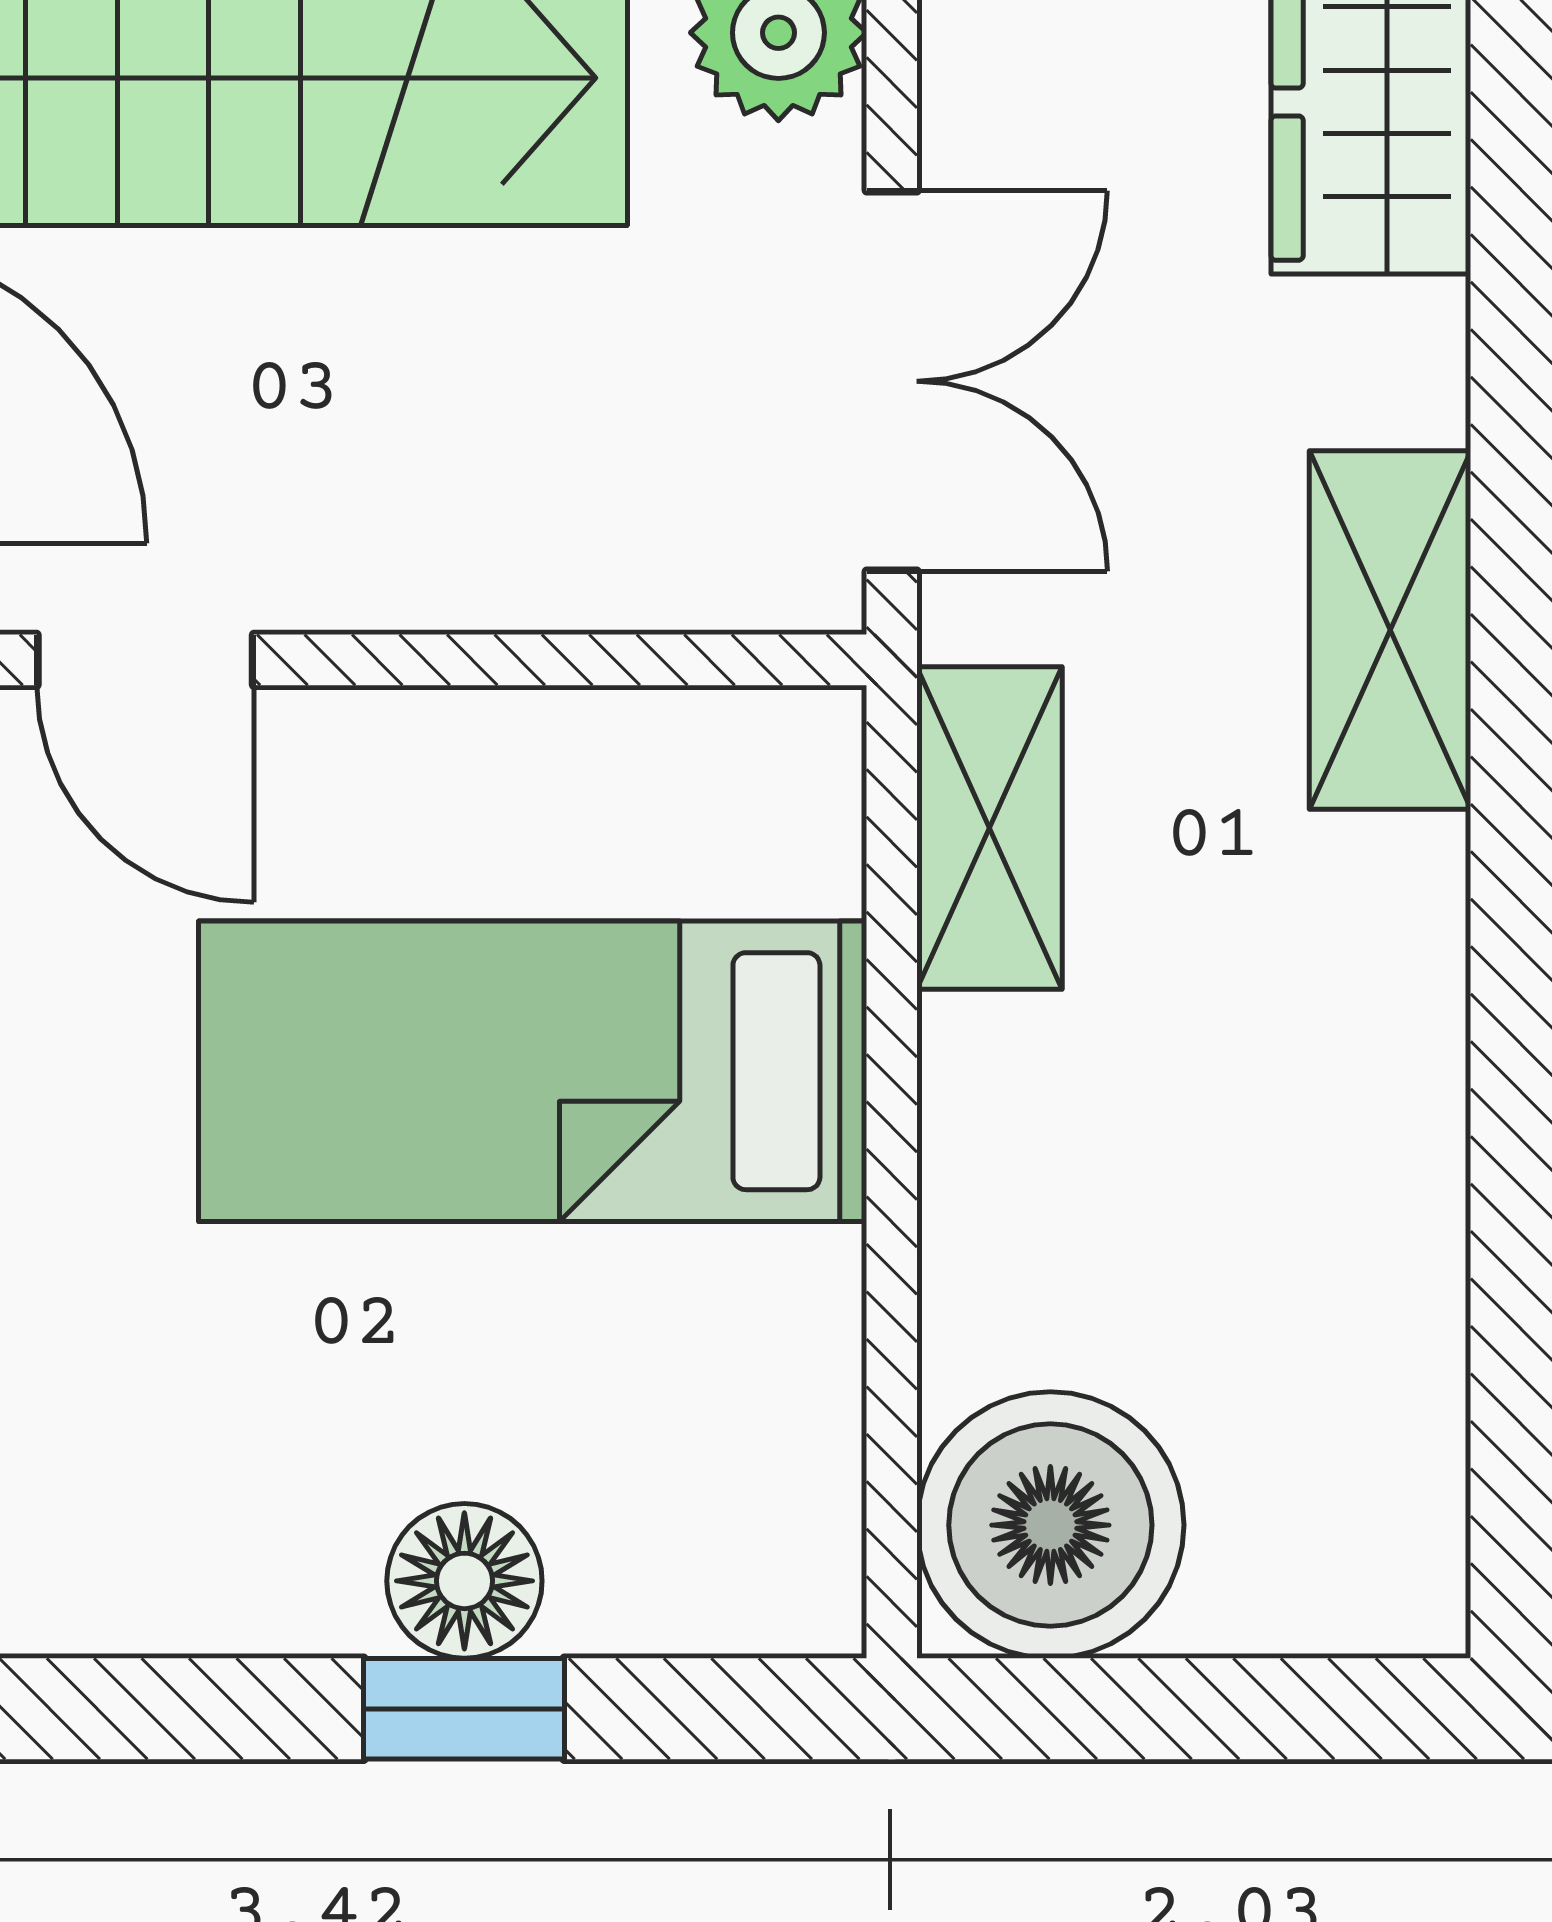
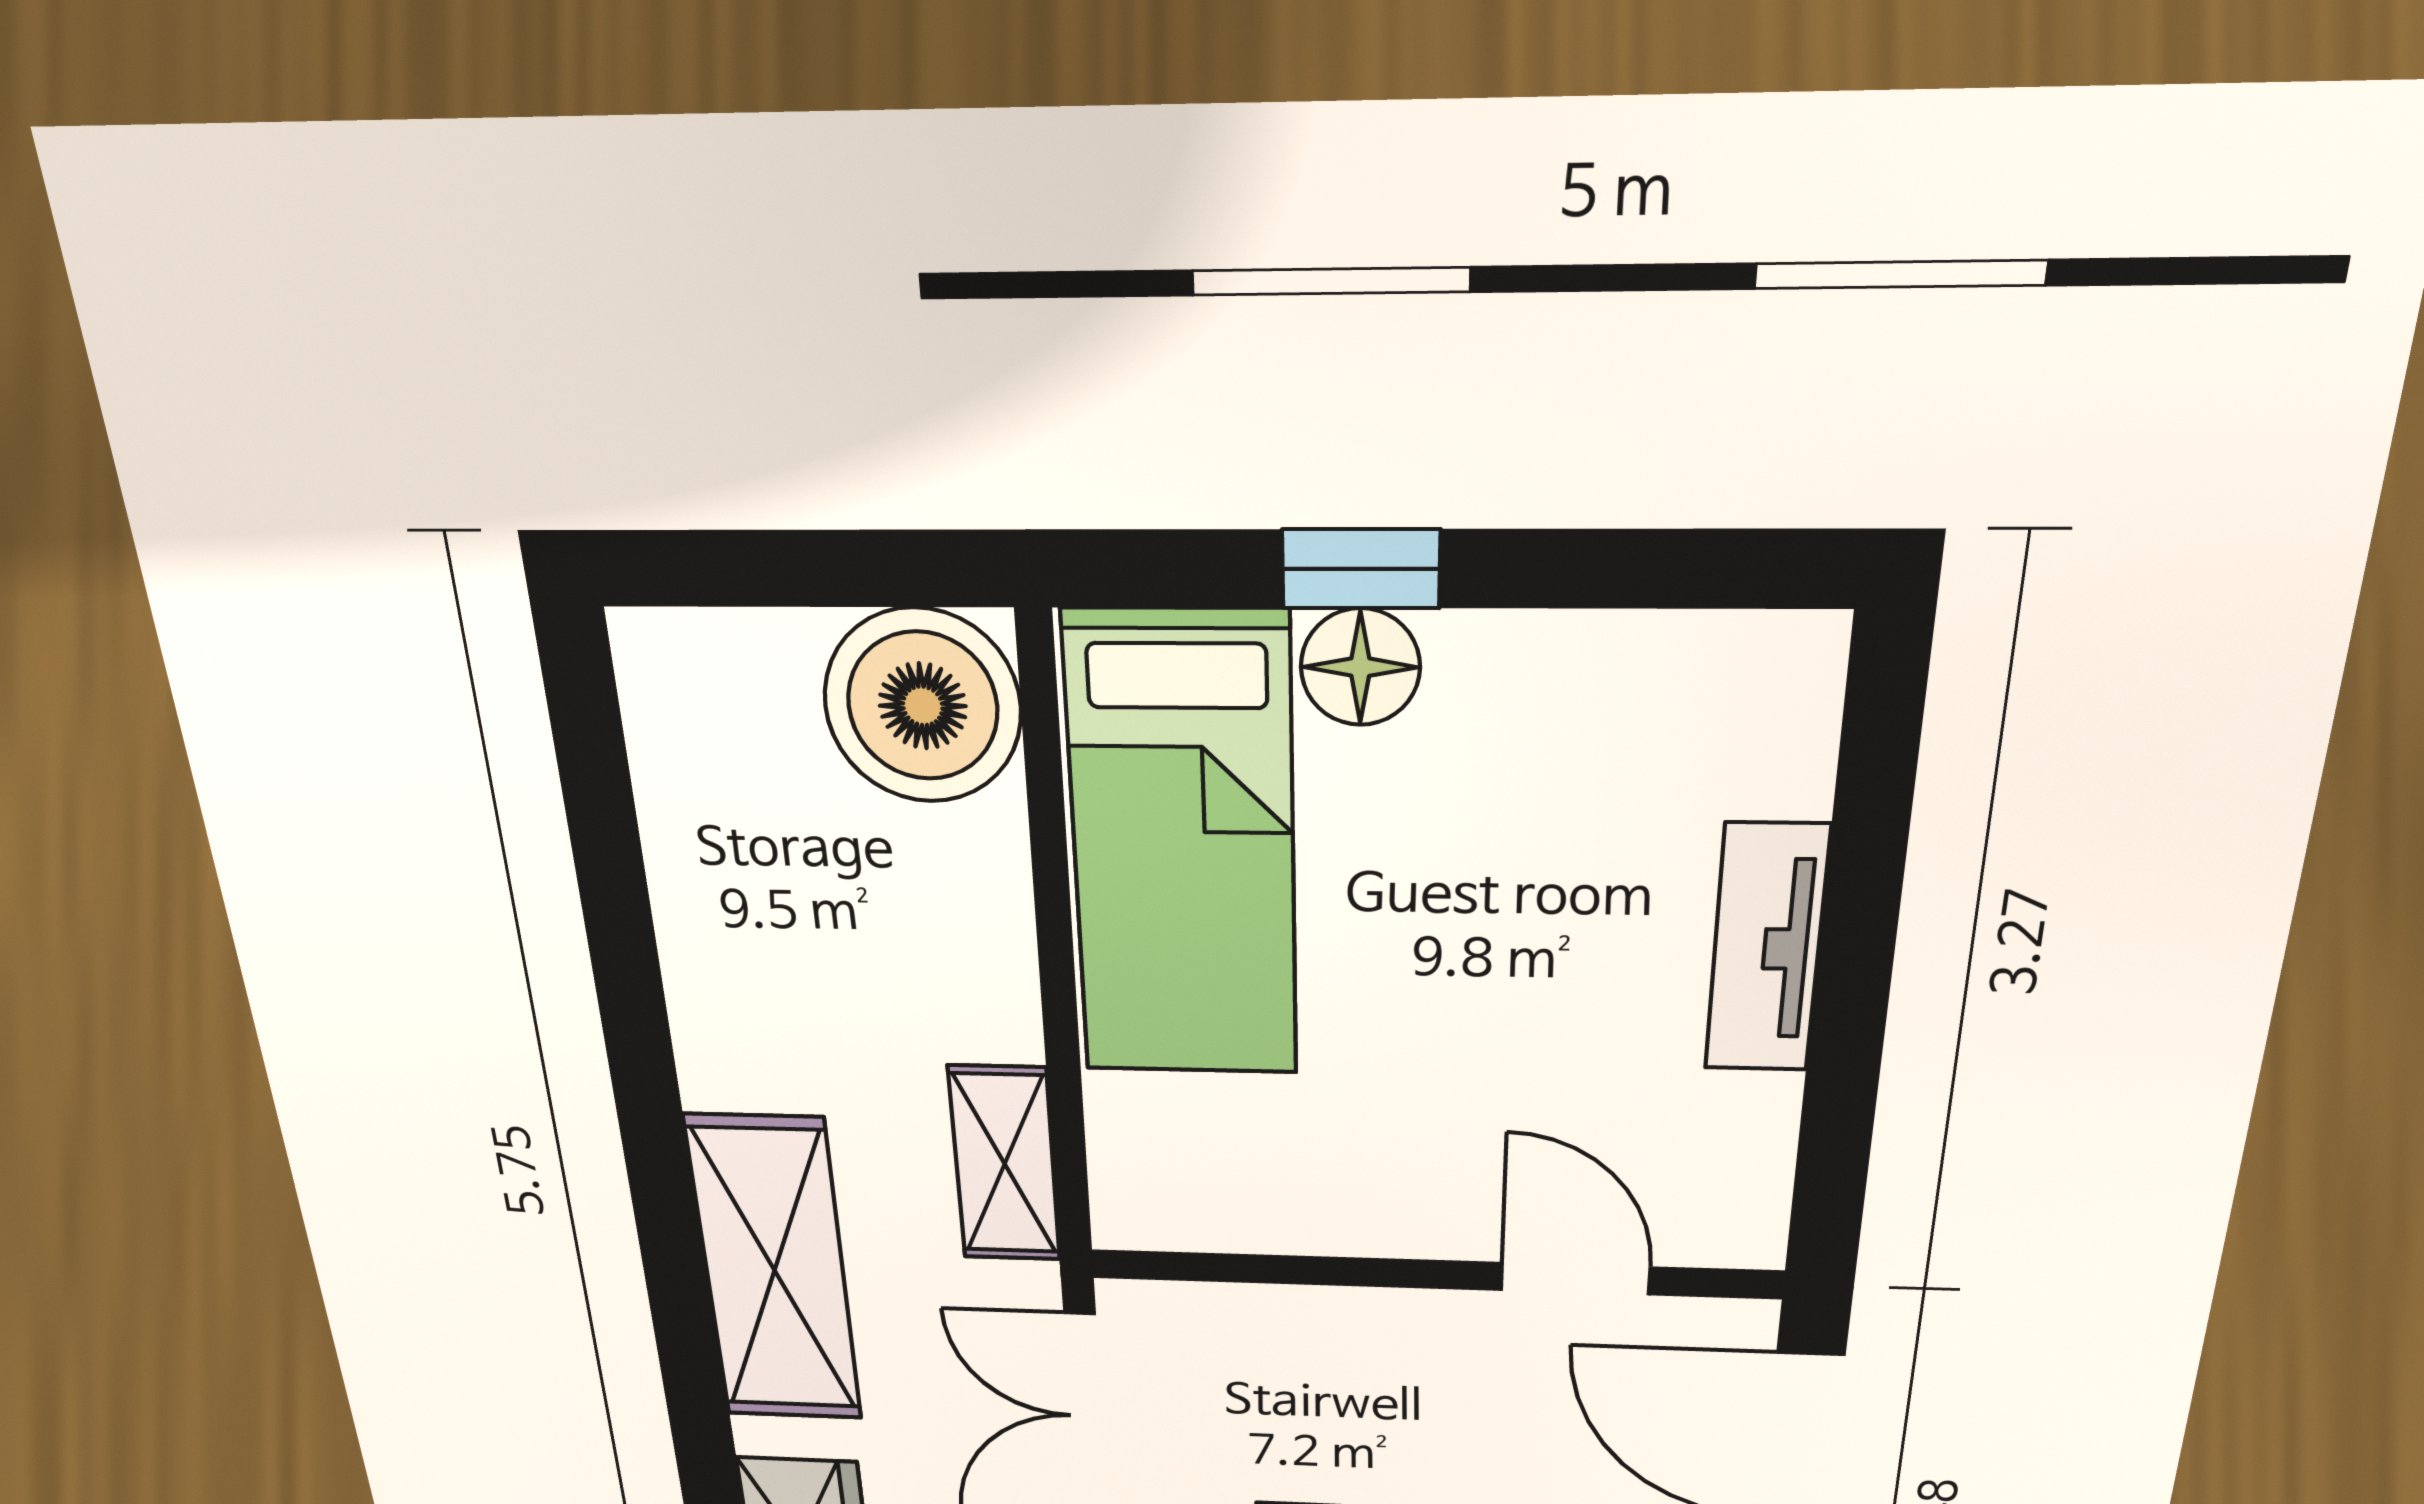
shelving: (1390, 630) -> (775, 1270), width x1.50, depth x1.33
bed: (533, 1071) -> (1183, 850), moved, turned 90

